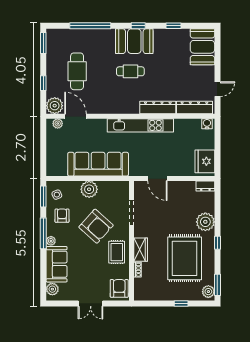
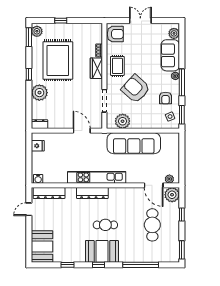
dresser: (158, 108) -> (92, 193), moved
fridge: (205, 161) -> (38, 146), width x0.53, depth x0.75
plant: (89, 189) -> (123, 121), moved
armchair: (119, 288) -> (115, 34), turned -90

